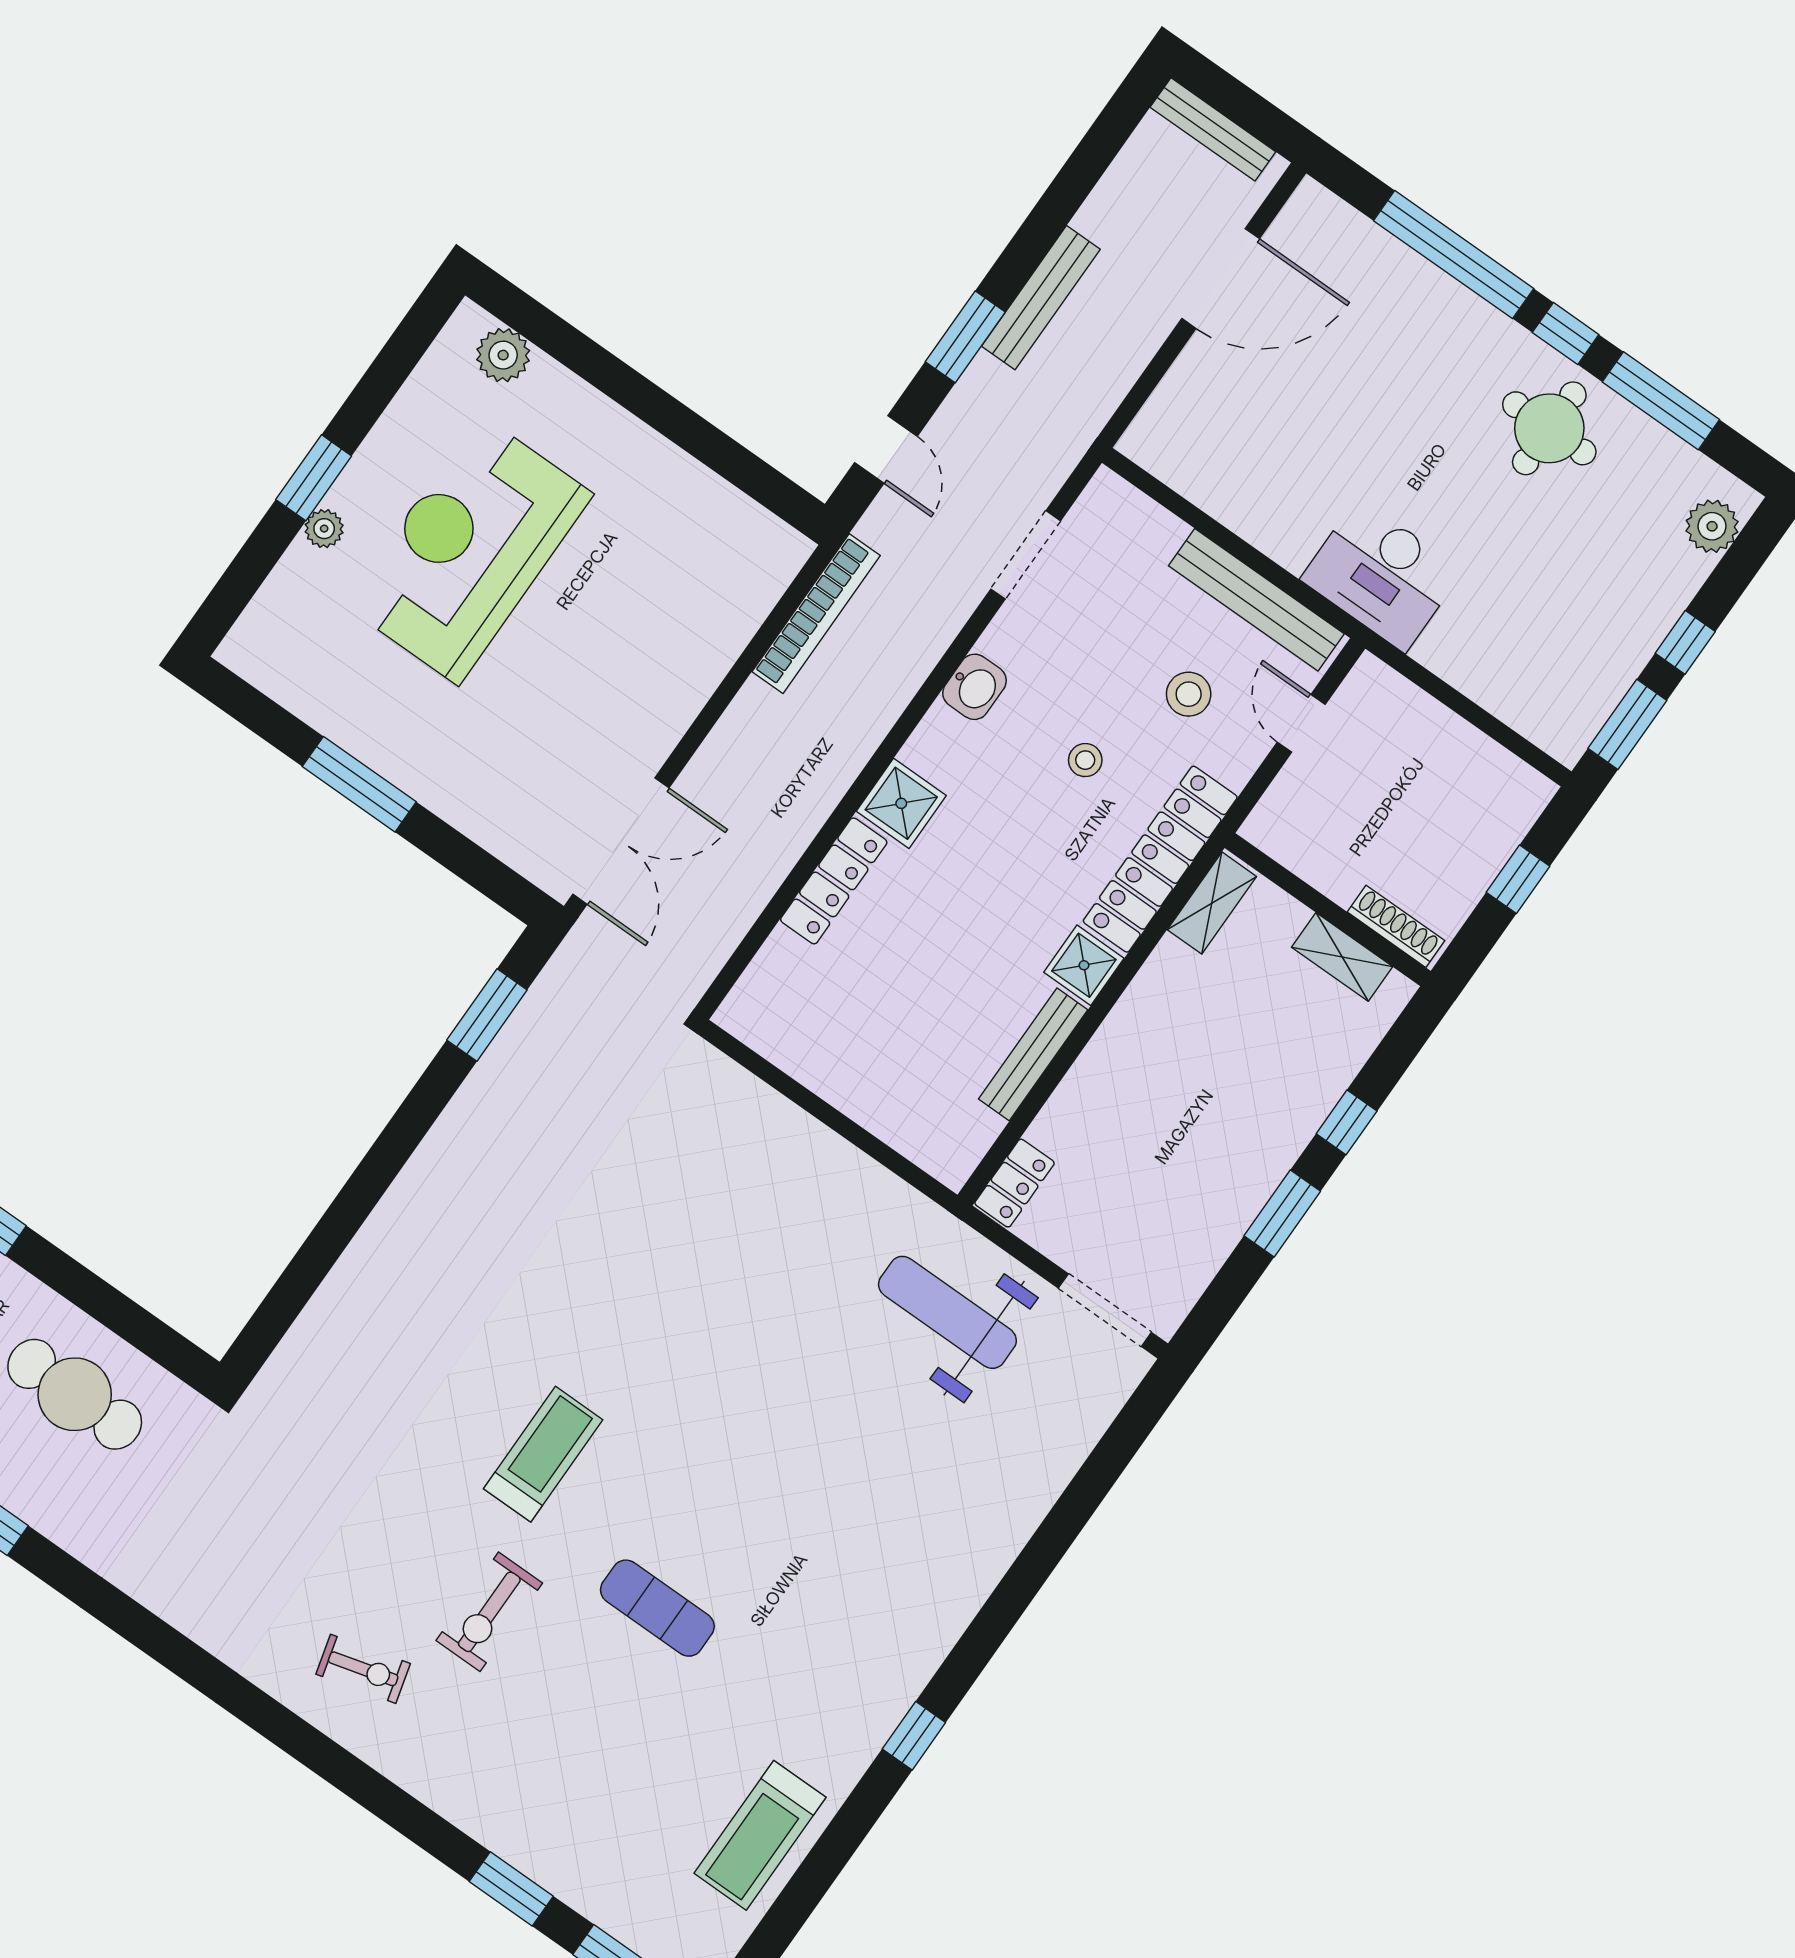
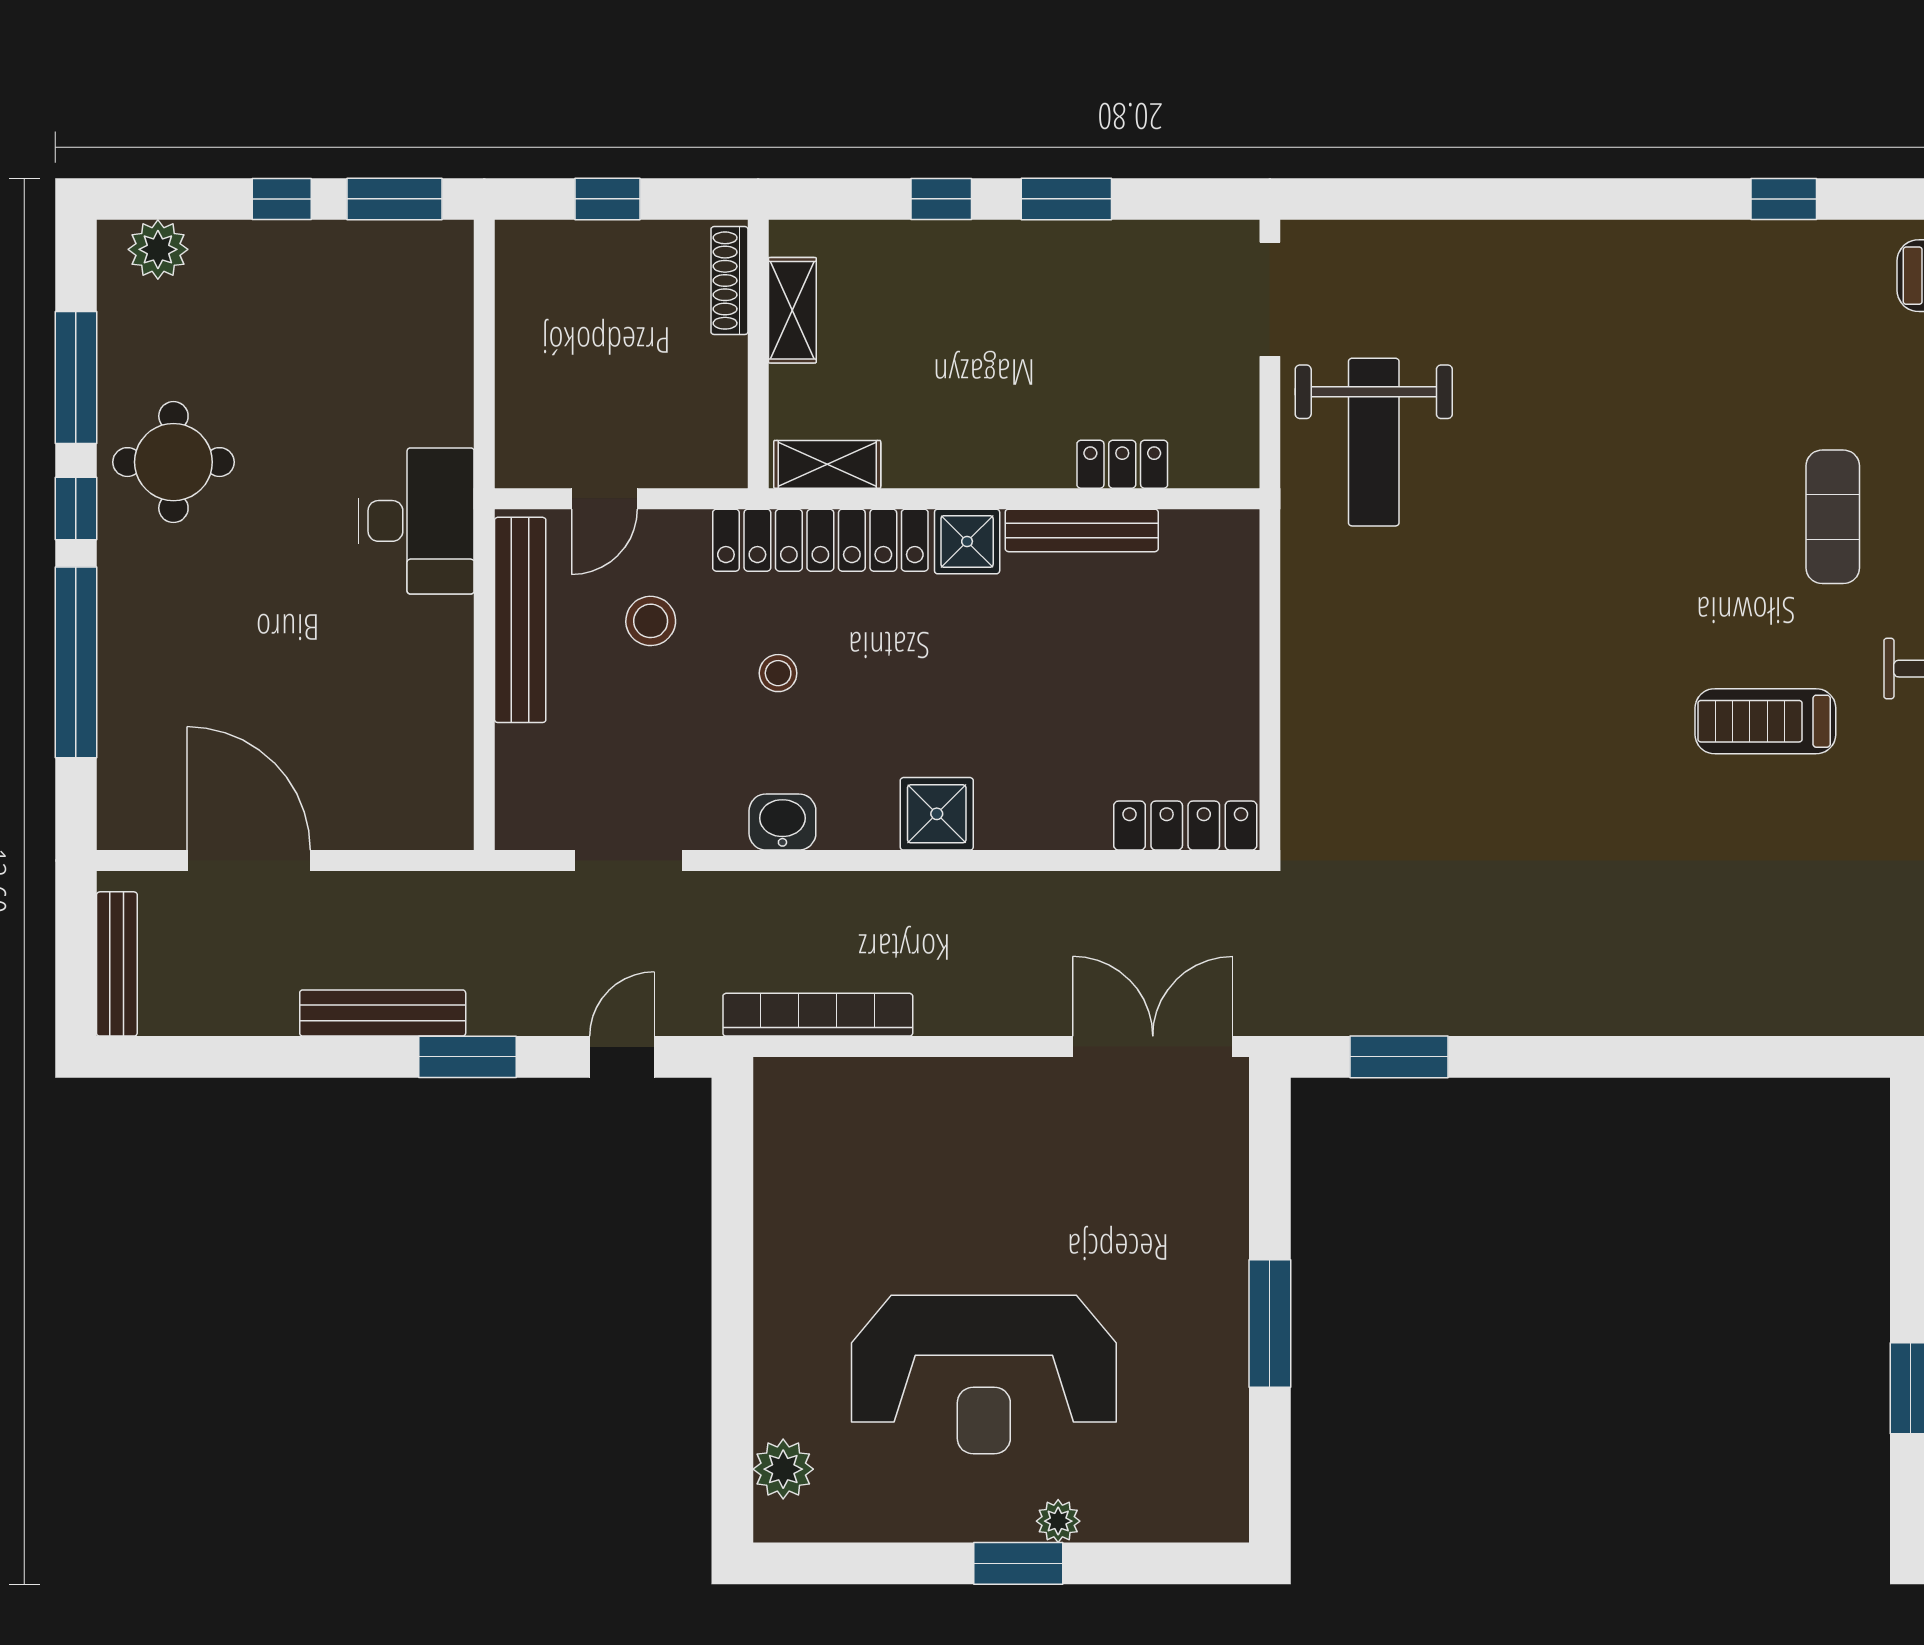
locker: (834, 881) -> (1185, 826), moved
locker: (1015, 1183) -> (1122, 464), moved

